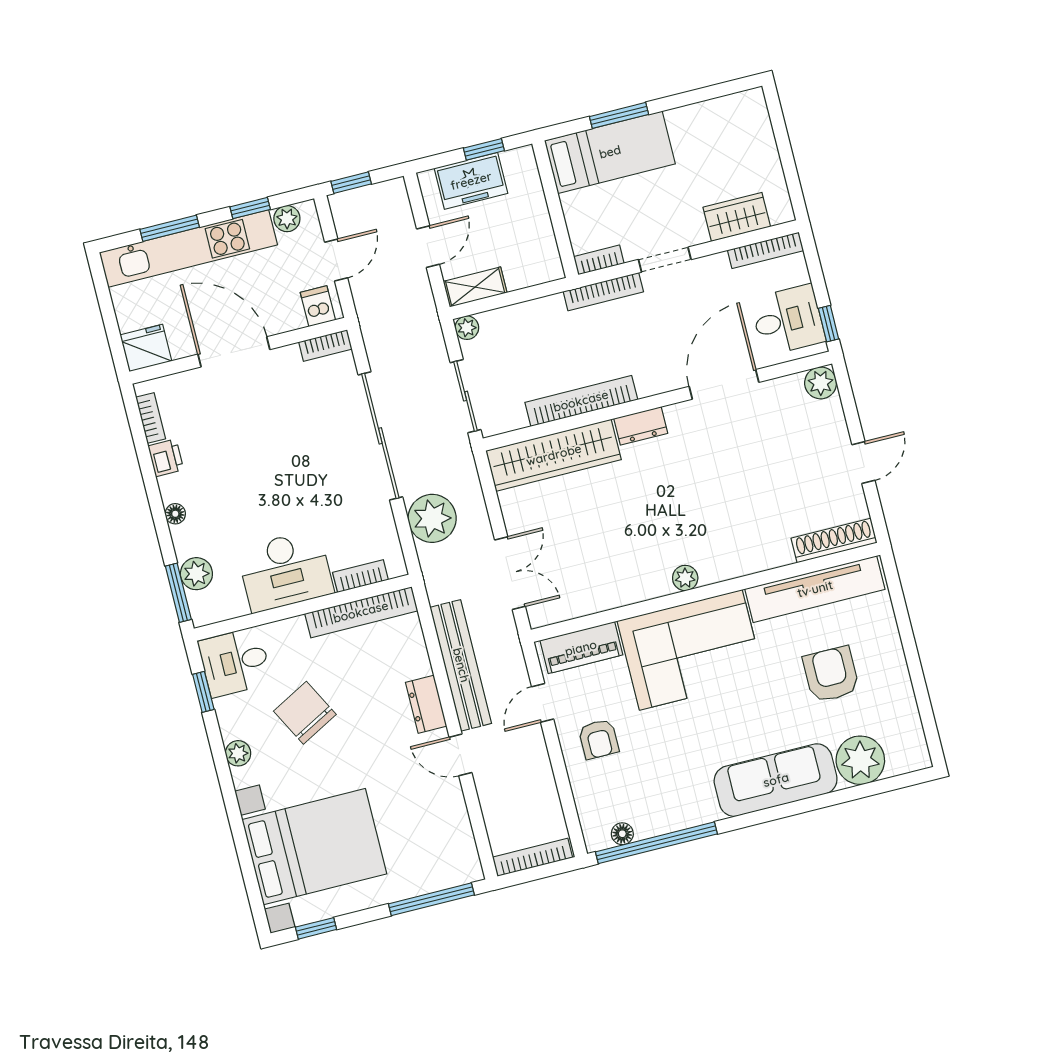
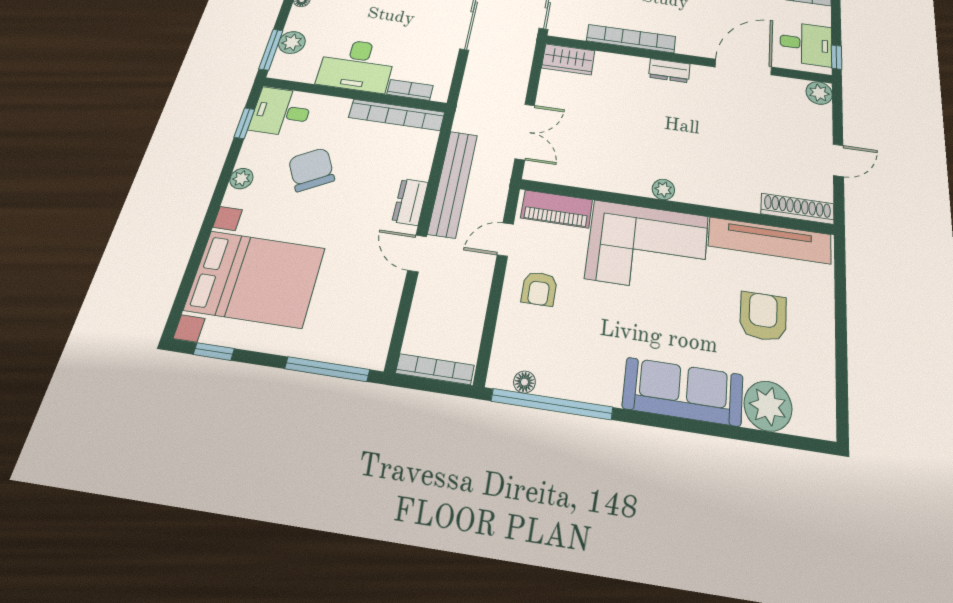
wardrobe: (554, 455) -> (568, 59), width x0.48, depth x0.85
plant: (432, 518) -> (484, 72), removed

